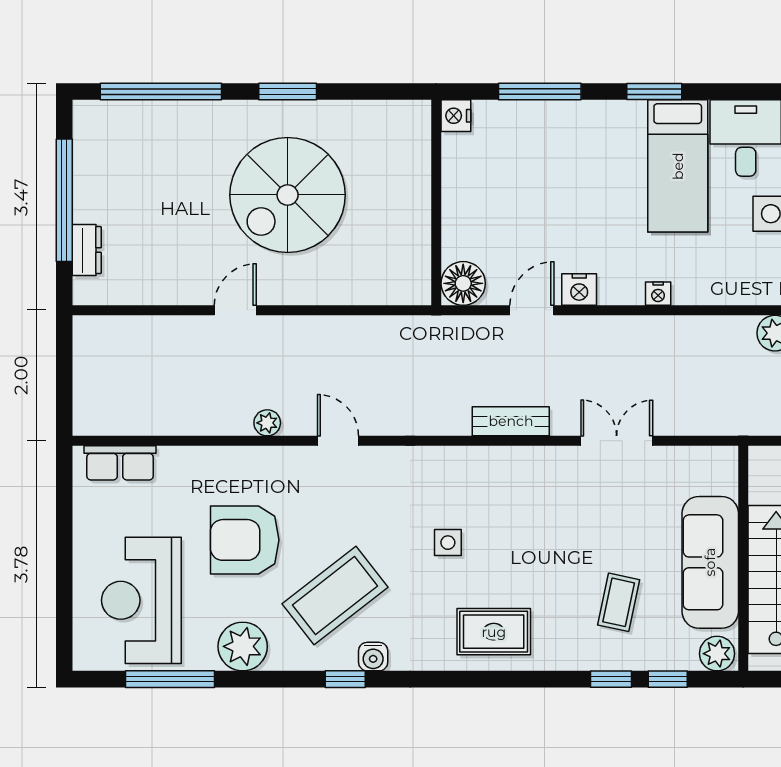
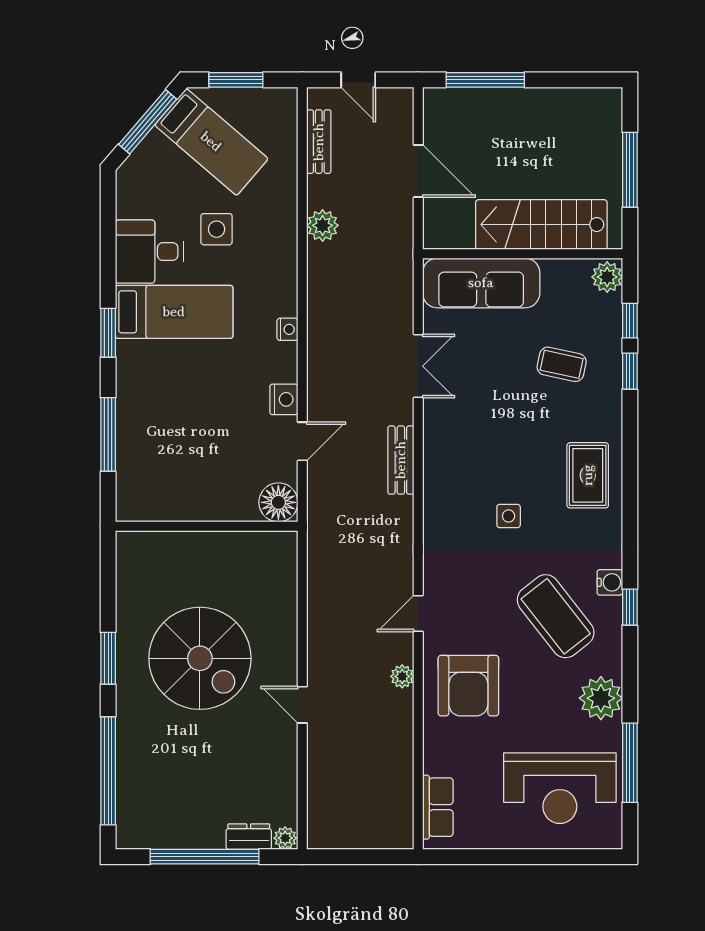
nightstand: (456, 116) -> (130, 509), removed
plant: (85, 291) -> (285, 838), added
door: (532, 310) -> (302, 441), swing flipped
double door: (617, 441) -> (418, 366), swing flipped
armchair: (245, 540) -> (468, 686), moved
sofa: (710, 562) -> (481, 283), moved

